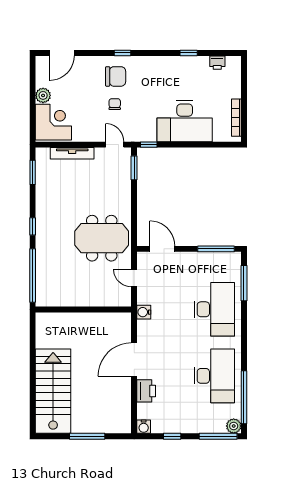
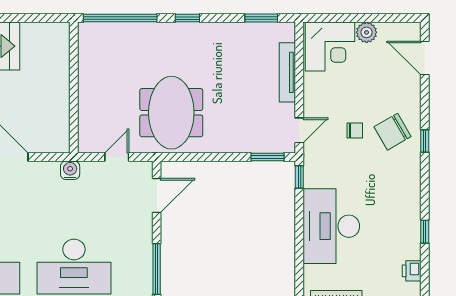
chair: (116, 76) -> (393, 132), turned 60

